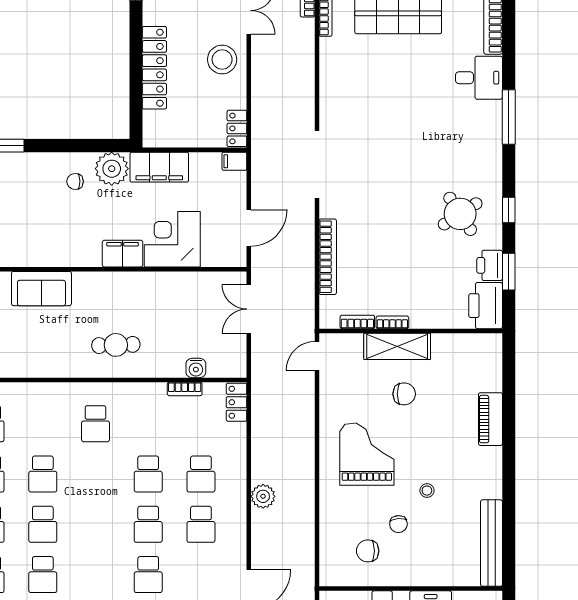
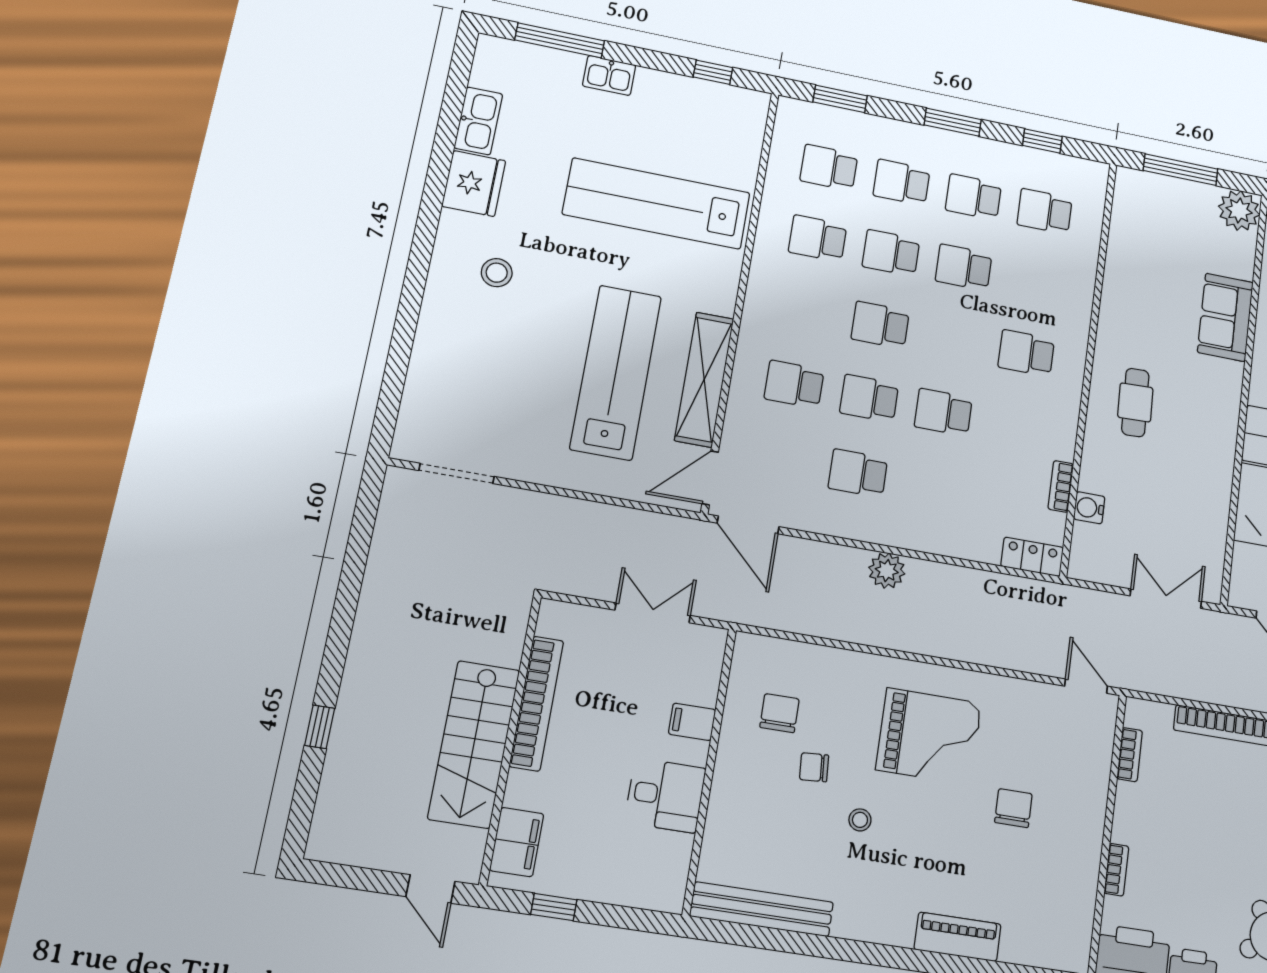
bookcase: (392, 322) -> (1116, 870), moved
shelving: (397, 346) -> (1086, 809), removed
chair: (404, 394) -> (1013, 808), turned 180
school desk: (201, 474) -> (880, 325), moved

